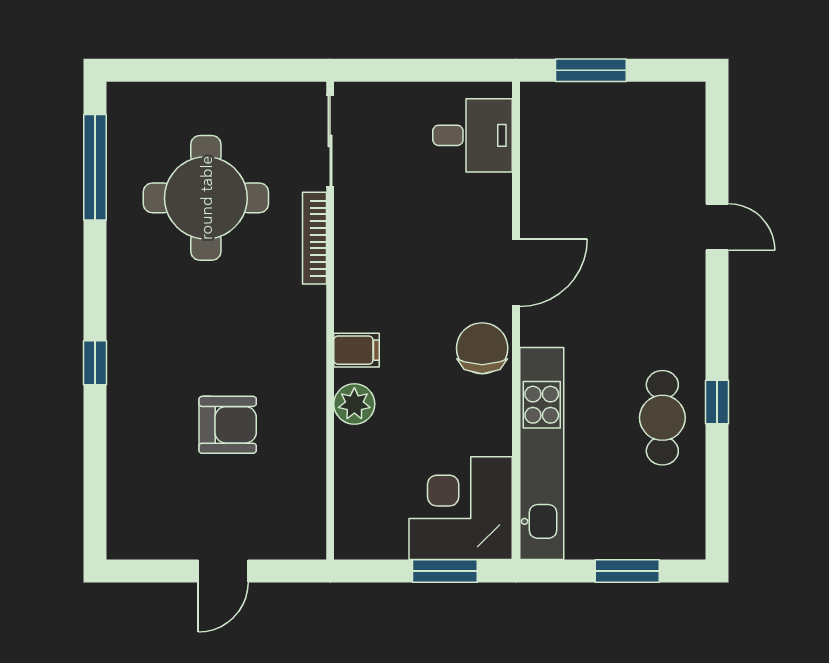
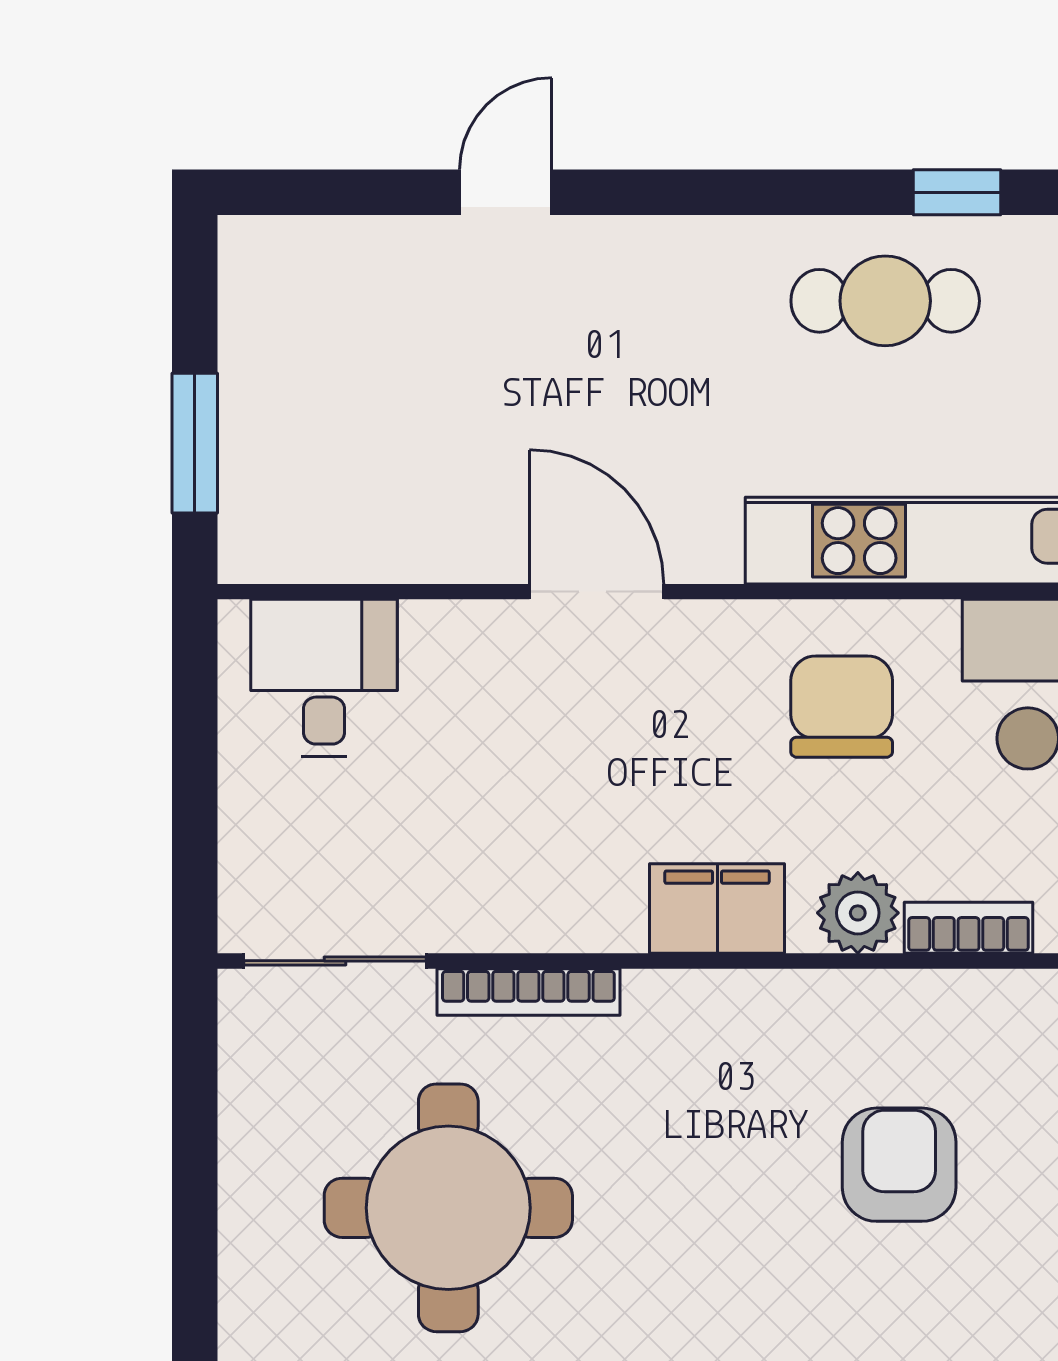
chair: (482, 348) -> (842, 707), moved, turned 90
filing cabinet: (356, 350) -> (717, 909), width x2.00
window: (717, 402) -> (957, 192), moved
bookcase: (347, 460) -> (969, 928), added

